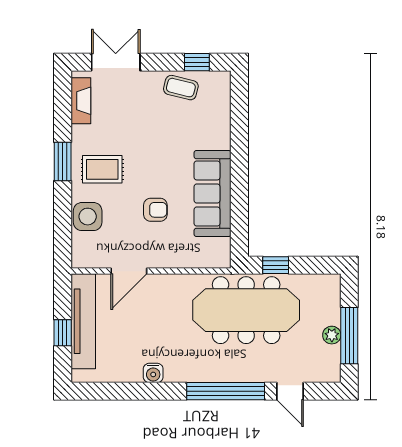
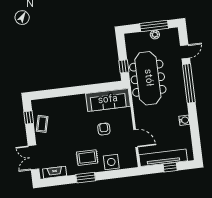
rug: (102, 169) -> (87, 158), turned 90
sofa: (213, 193) -> (108, 100), moved

